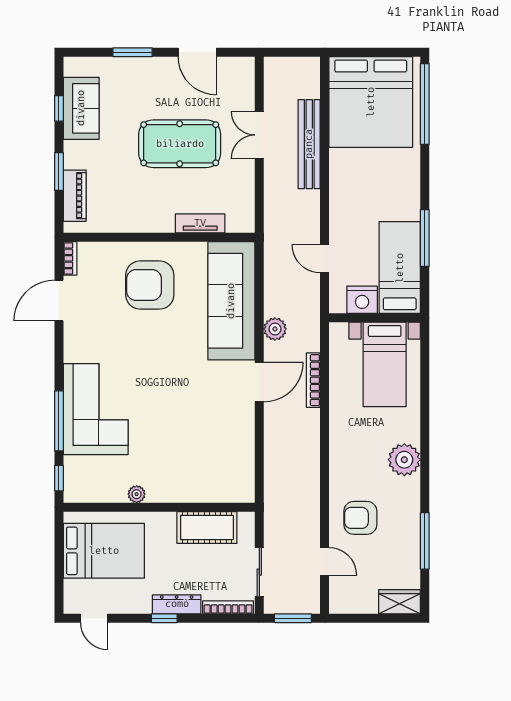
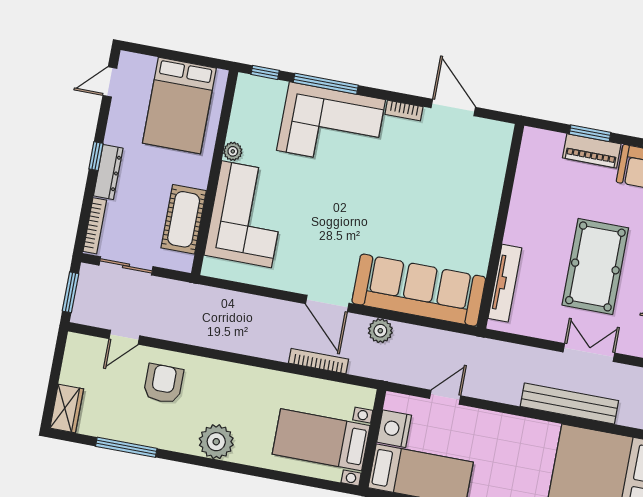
piano: (75, 196) -> (592, 151), moved
tv unit: (200, 223) -> (505, 283), width x1.41
bookcase: (70, 258) -> (404, 110), moved
armchair: (150, 285) -> (452, 207), removed
corner sofa: (192, 471) -> (247, 214), added

